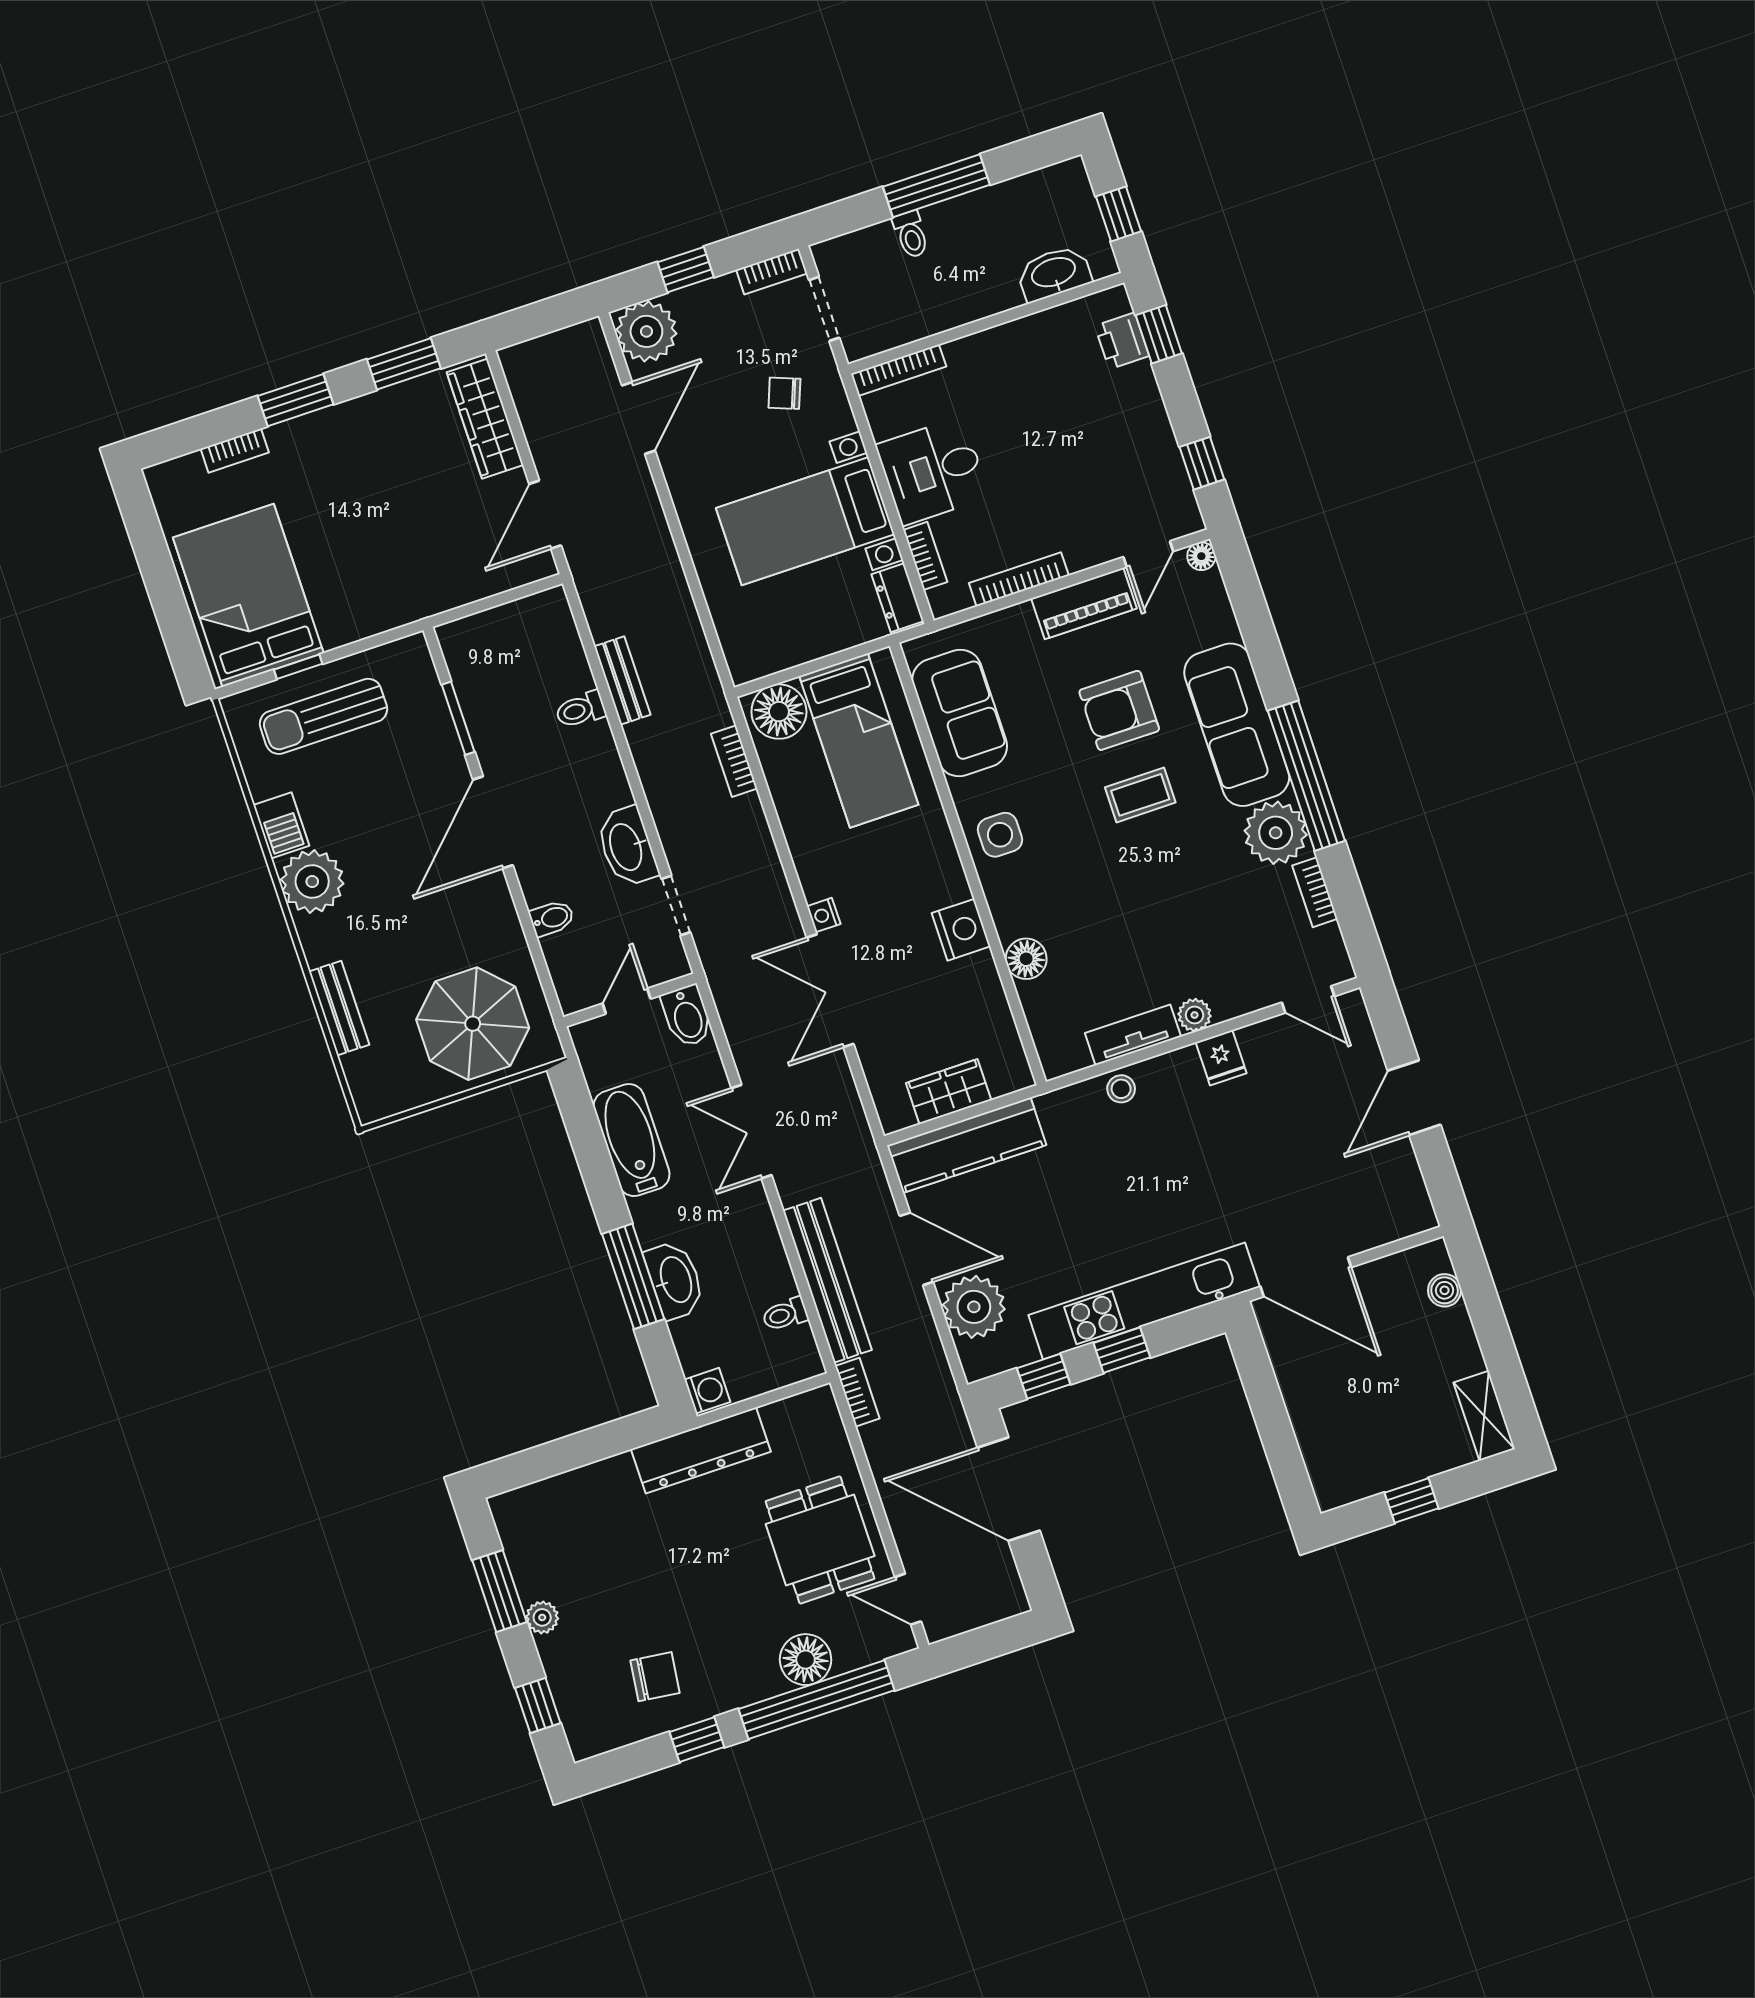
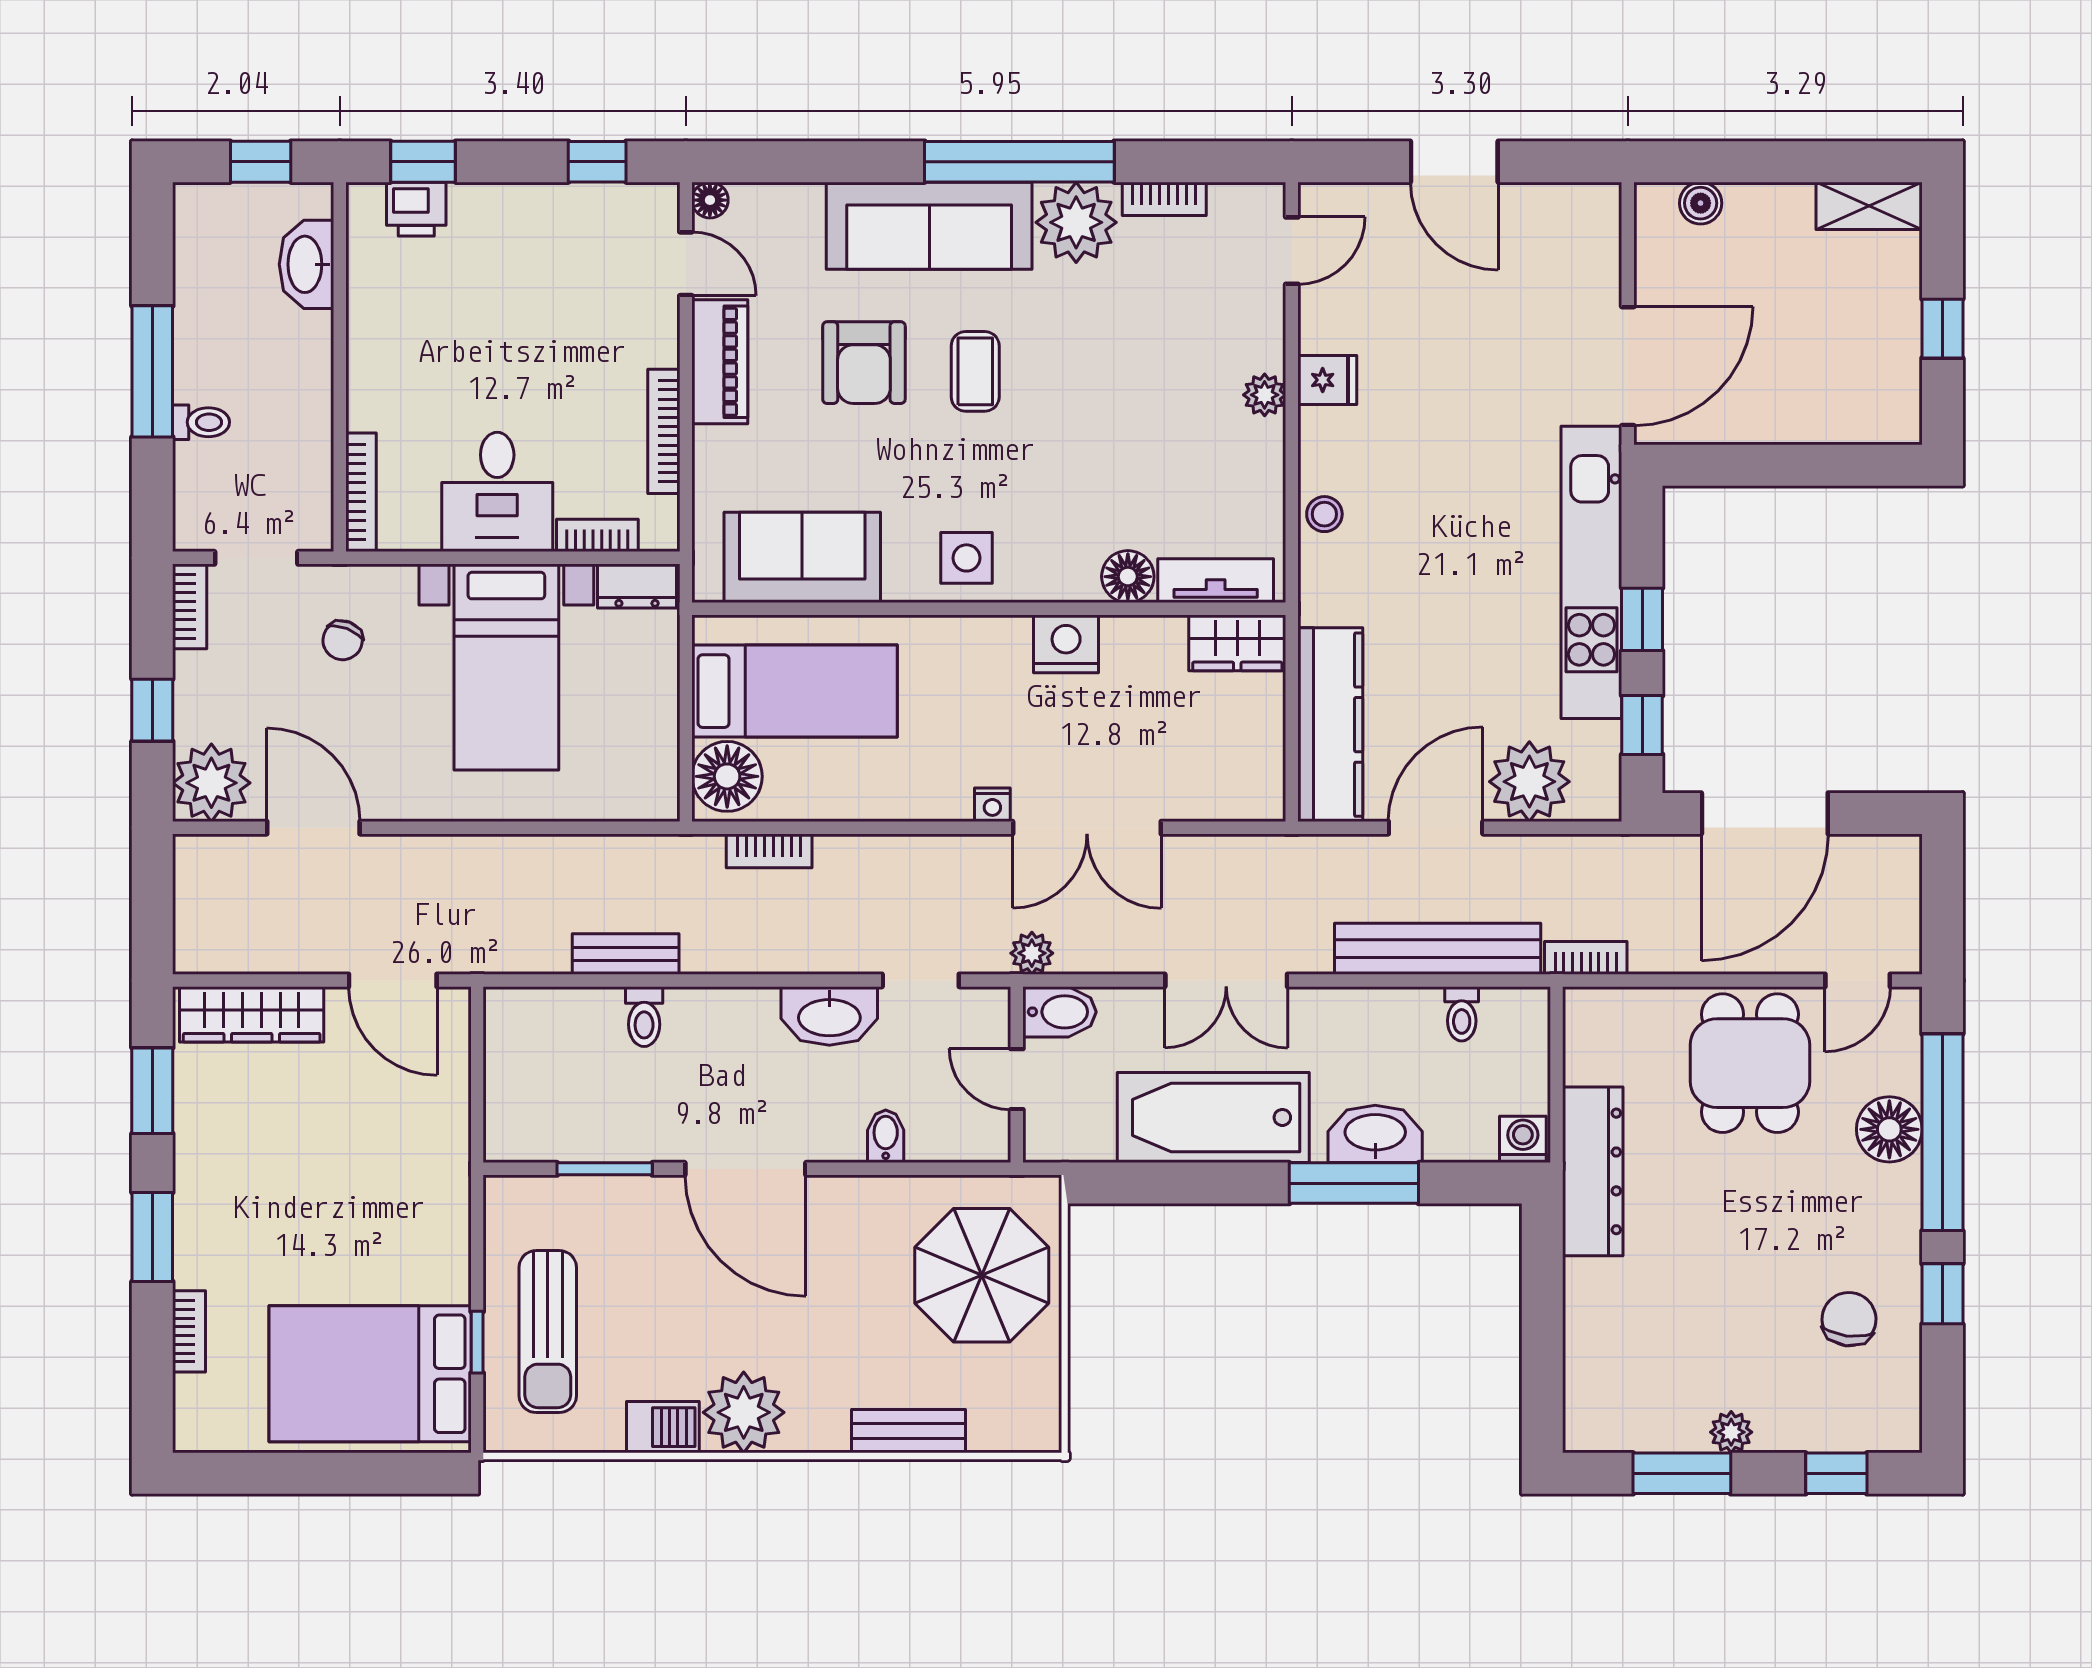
plant: (724, 981) -> (1032, 953), added
tv unit: (1133, 1035) -> (1216, 581), moved, turned 90
wardrobe: (949, 1092) -> (1237, 643), moved, turned -90
bathtub: (632, 1140) -> (1213, 1117), width x1.36, depth x1.36
dining table: (820, 1540) -> (1750, 1063), turned 90

